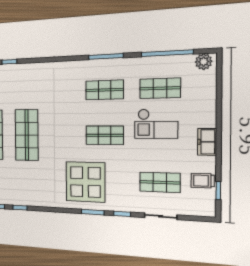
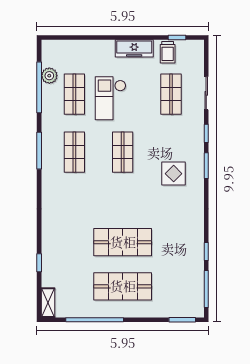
plant: (204, 62) -> (49, 76), moved
checkout: (156, 124) -> (111, 98), turned 180
freezer: (207, 142) -> (134, 48), width x1.40
display table: (85, 182) -> (174, 174), width x0.54, depth x0.54

